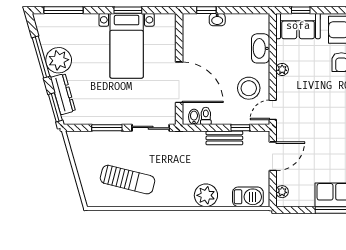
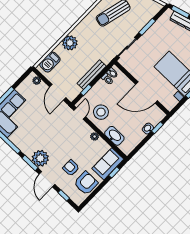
door: (179, 82) -> (147, 93), moved
bench: (224, 138) -> (92, 75), width x1.36

